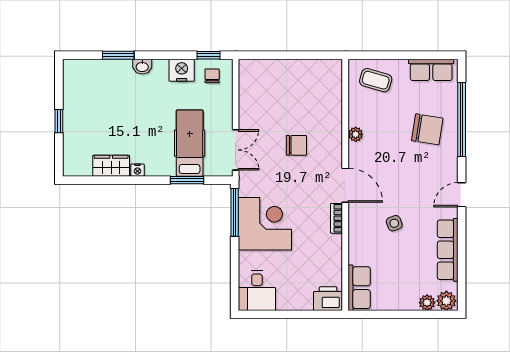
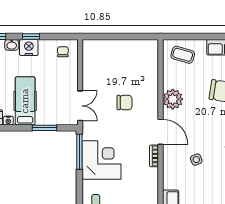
window: (208, 55) -> (31, 37), moved
nightstand: (182, 70) -> (29, 47), moved
plant: (356, 134) -> (173, 99), width x1.88, depth x1.88
hospital bed: (190, 143) -> (25, 101), moved

